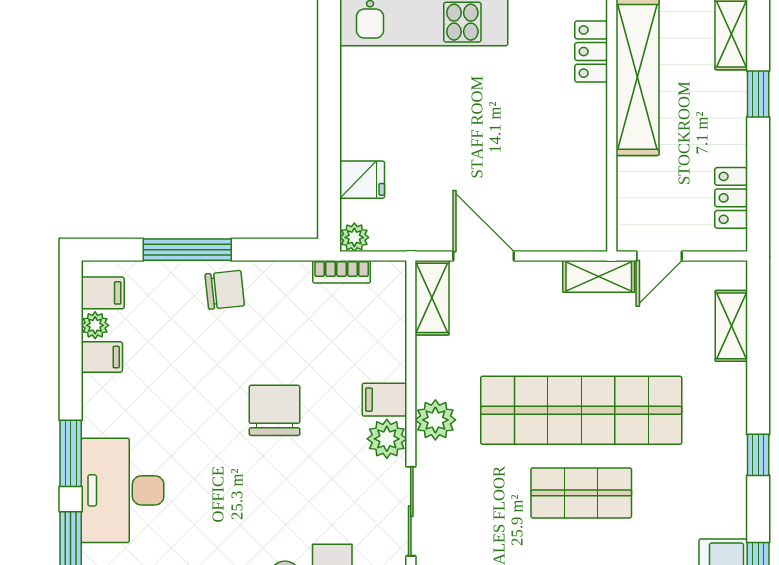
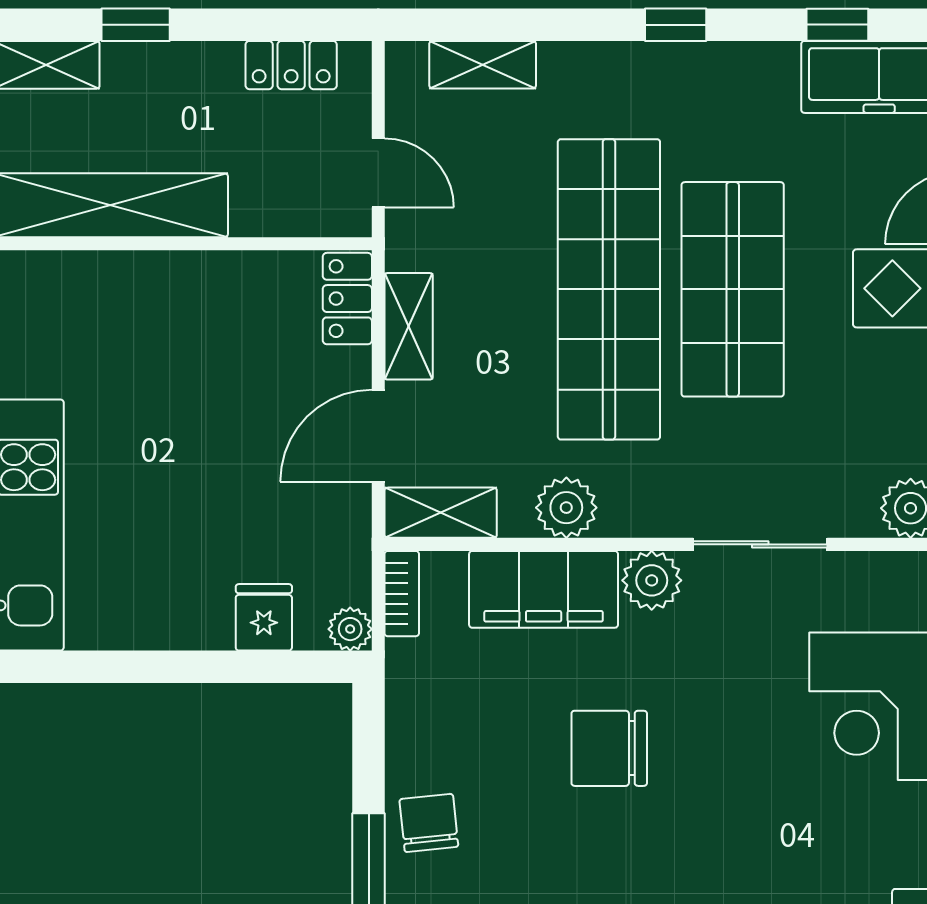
locker: (591, 52) -> (347, 299), moved, turned 90
bookcase: (342, 272) -> (402, 594), moved
shelving: (599, 276) -> (409, 326), moved
filing cabinet: (384, 400) -> (544, 589), width x3.00, depth x1.17
plant: (435, 420) -> (566, 508), moved
shop shelf: (581, 493) -> (733, 289), width x1.43, depth x1.36

